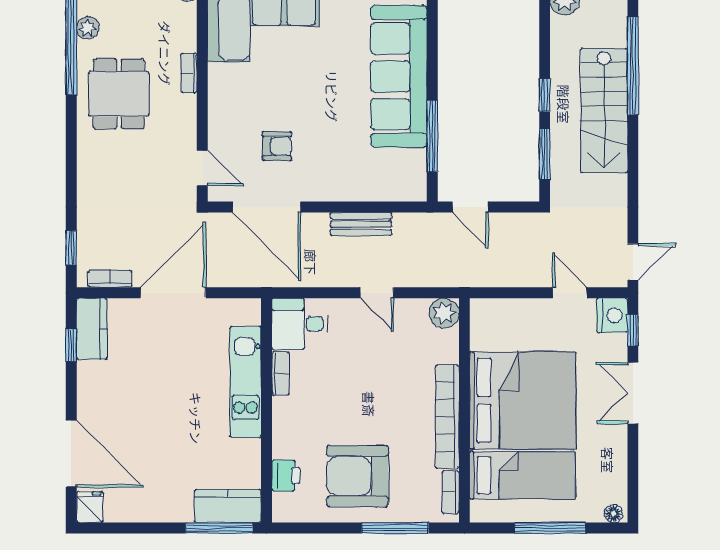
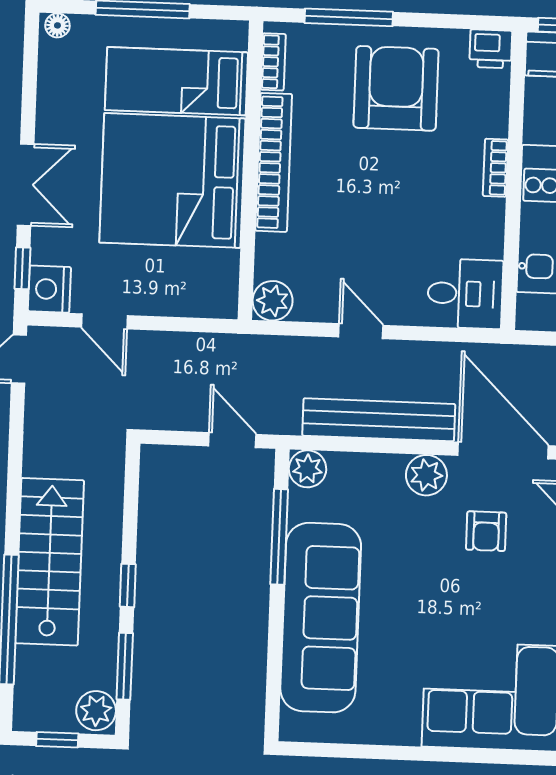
armchair: (277, 146) -> (486, 531), turned -90
window: (545, 154) -> (125, 666), moved
plant: (323, 186) -> (426, 475), added
plant: (413, 188) -> (308, 469), added
bench: (361, 224) -> (379, 420), width x1.86, depth x1.21
bookcase: (280, 373) -> (496, 168), moved
printer: (286, 476) -> (491, 49), moved, turned -90
armchair: (357, 476) -> (396, 88), turned -90

